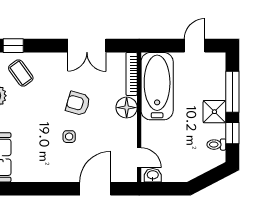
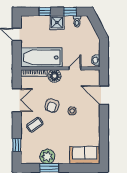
coffee table: (21, 73) -> (35, 125), moved
window: (232, 92) -> (45, 12), width x0.46
door: (139, 158) -> (75, 68), moved

